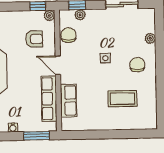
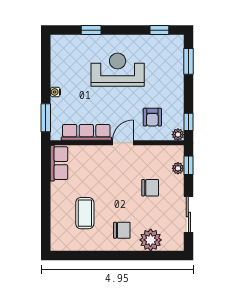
chair: (68, 35) -> (150, 188), moved
plant: (150, 38) -> (151, 240), width x1.87, depth x1.87
side table: (105, 58) -> (130, 195), removed
row of seats: (68, 101) -> (59, 163), moved, turned -90

